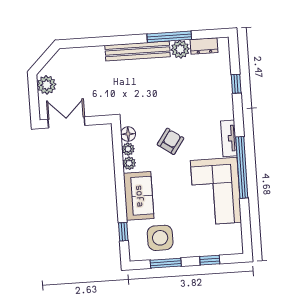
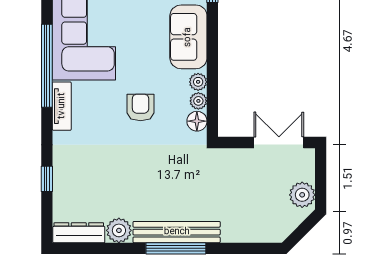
window: (169, 37) -> (176, 248), moved
dresser: (204, 46) -> (79, 233), width x1.44
double door: (66, 122) -> (279, 143), swing flipped
armchair: (171, 141) -> (141, 107), turned 145

